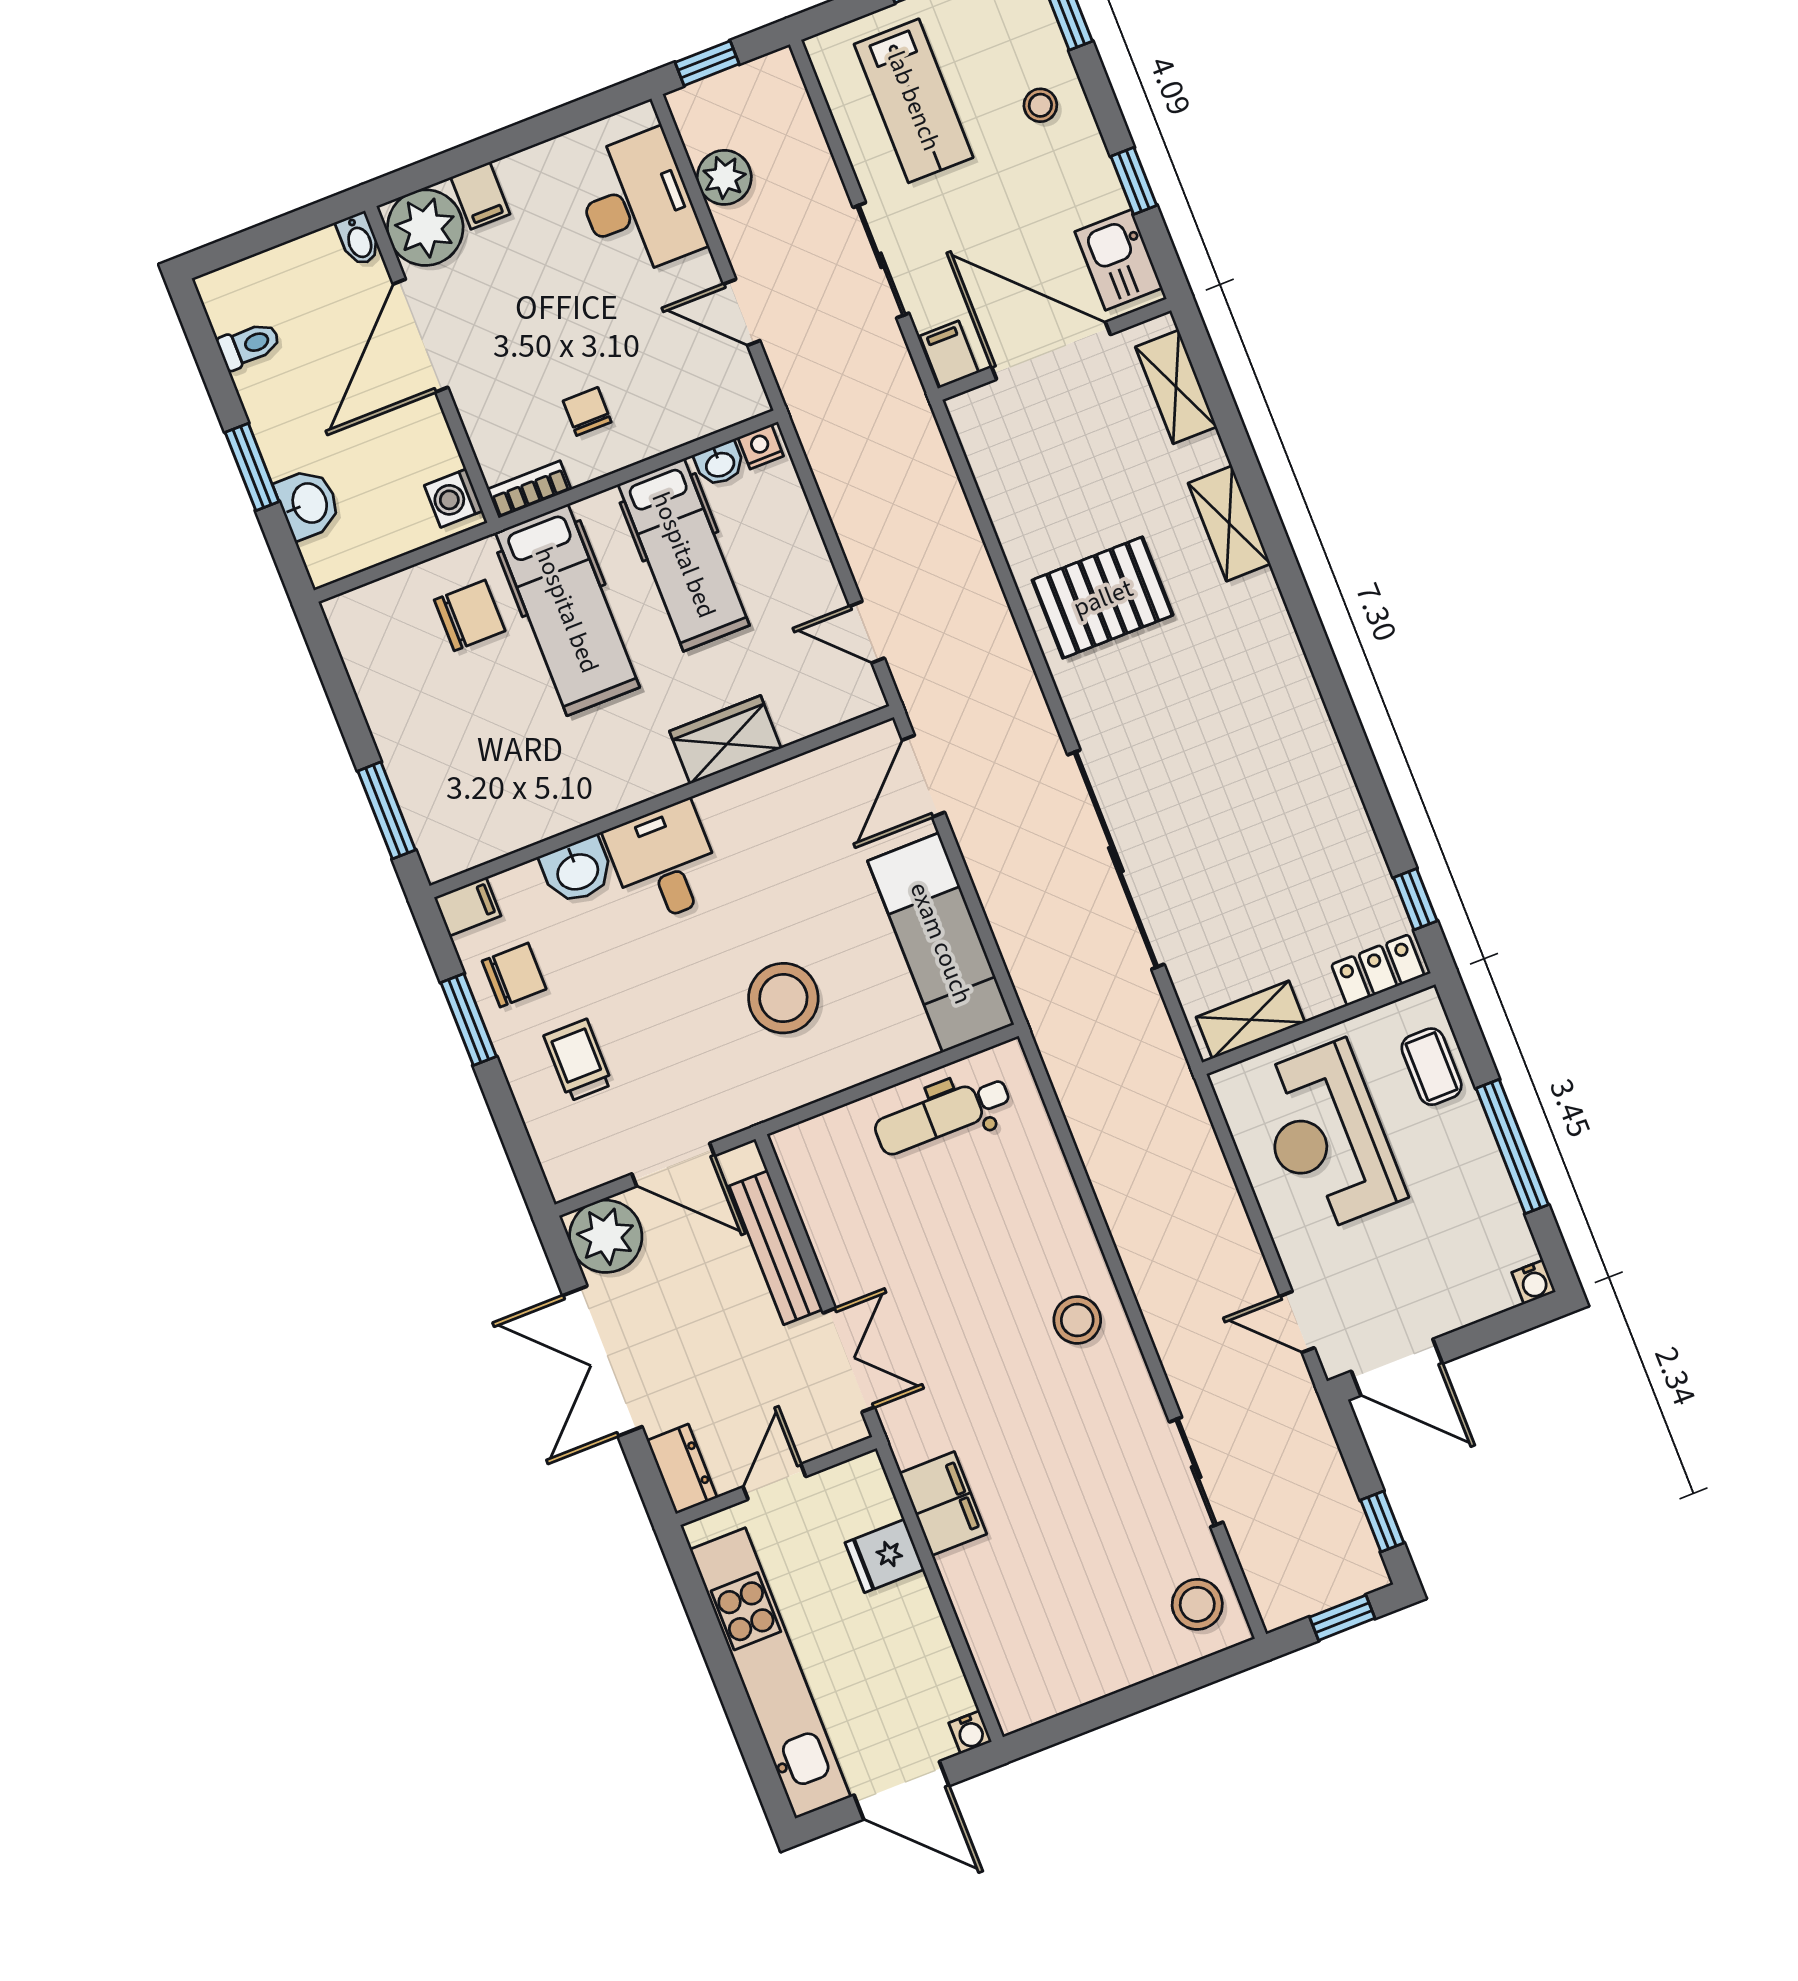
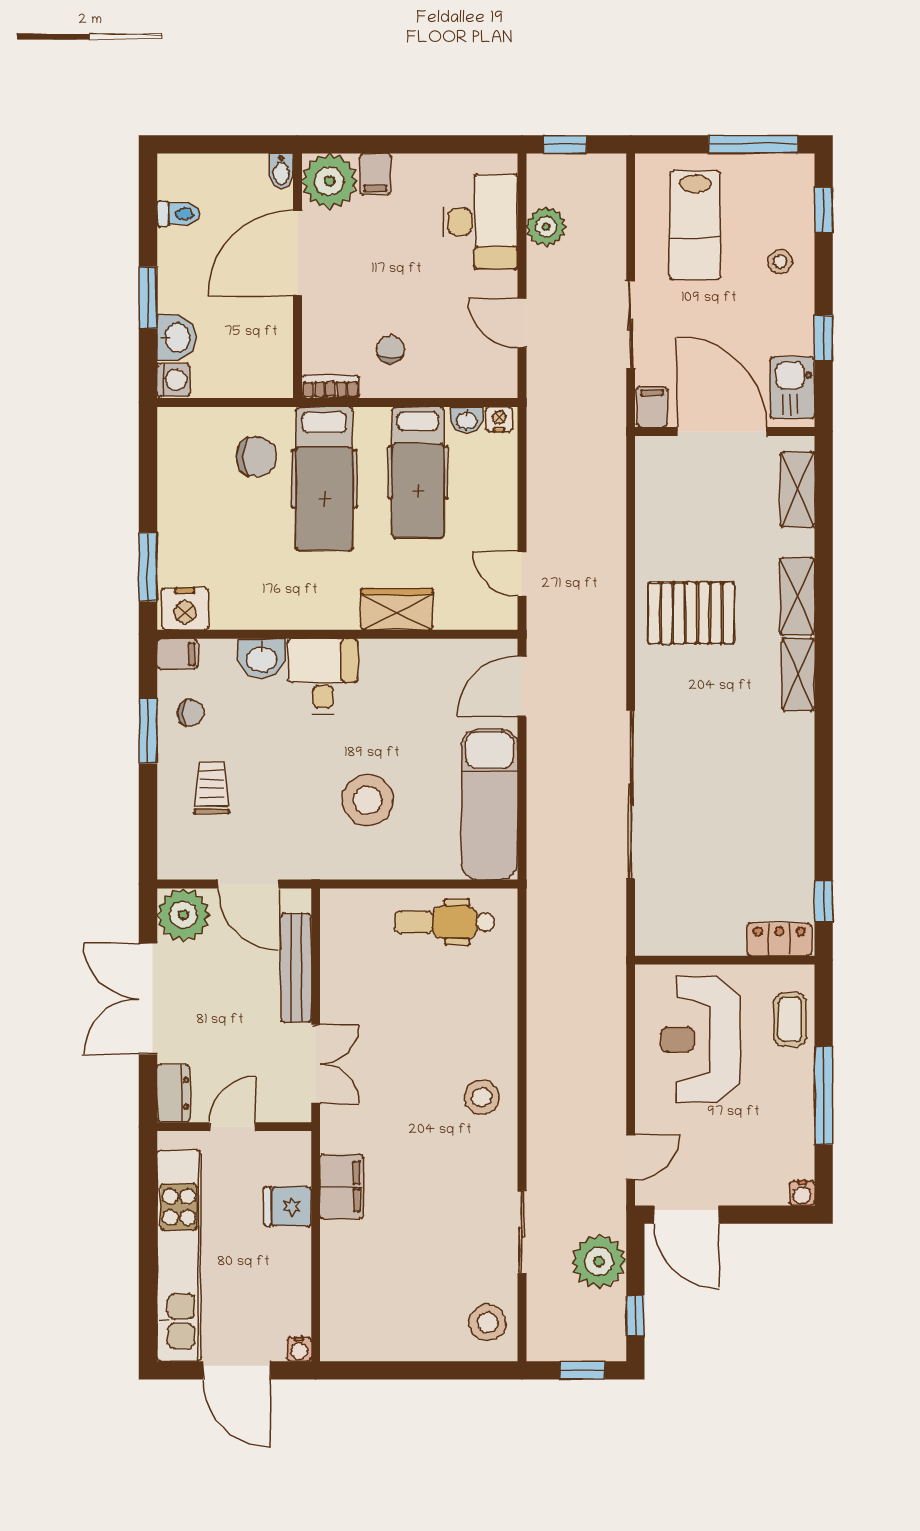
washing machine: (454, 498) -> (174, 380), moved, turned 180
nightstand: (455, 845) -> (185, 609), added
chair: (514, 975) -> (191, 713), width x0.73, depth x0.73
shelving: (1251, 1020) -> (798, 674), moved, turned 90
door: (1297, 1322) -> (631, 1157), swing flipped
plant: (1309, 1470) -> (599, 1261), added

